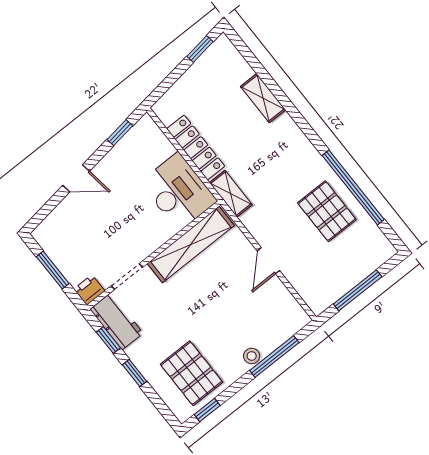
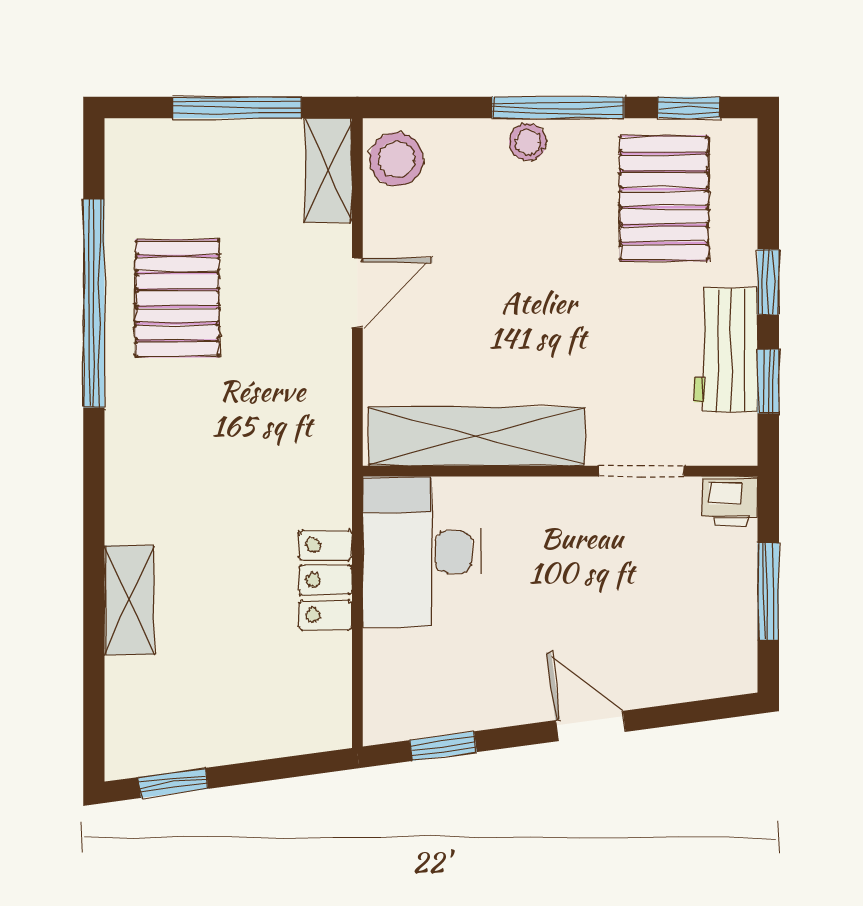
locker: (196, 148) -> (326, 580), width x0.66
shelving: (231, 194) -> (329, 170), moved
stool: (291, 315) -> (396, 159), added
workbench: (116, 321) -> (726, 350), moved
window: (274, 357) -> (558, 108), moved

